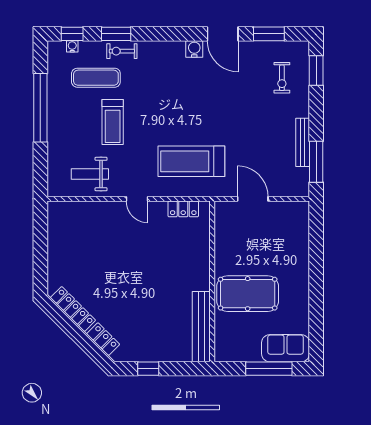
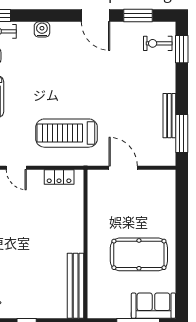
water cooler: (194, 49) -> (42, 29), moved
exercise bike: (282, 78) -> (158, 43), moved, turned 90
pool table: (248, 294) -> (139, 254), moved

